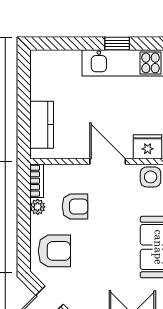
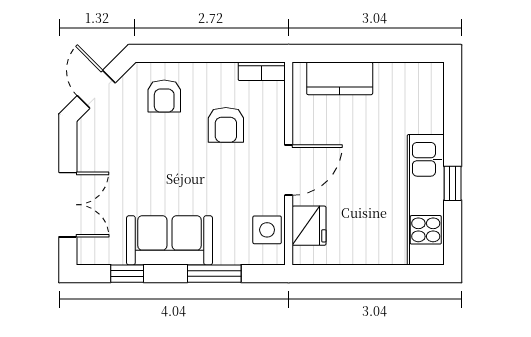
plant: (38, 207) -> (225, 73), removed
armchair: (54, 251) -> (164, 96), width x0.72, depth x0.72

